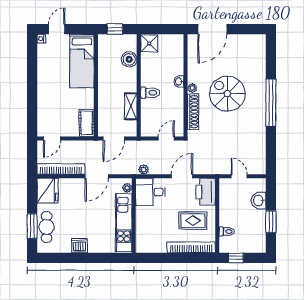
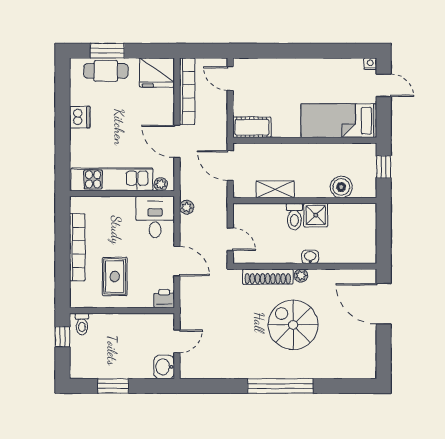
shower: (149, 43) -> (316, 215), moved
spiral stairs: (227, 94) -> (293, 325), turned -90
printer: (206, 192) -> (164, 299), width x0.53, depth x0.68
washbasin: (259, 201) -> (164, 367), moved, turned -90
toilet: (227, 231) -> (82, 324), moved
bookcase: (191, 247) -> (77, 247), moved

